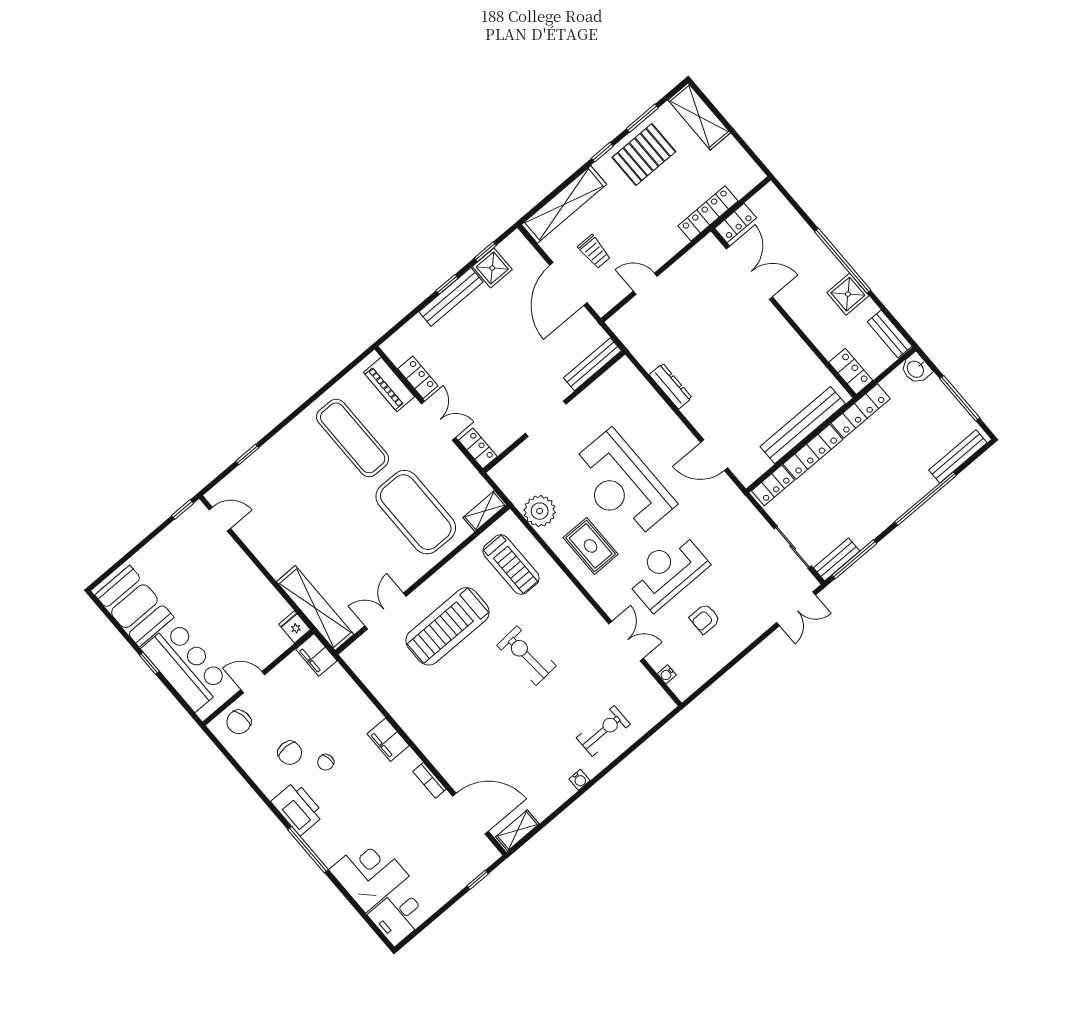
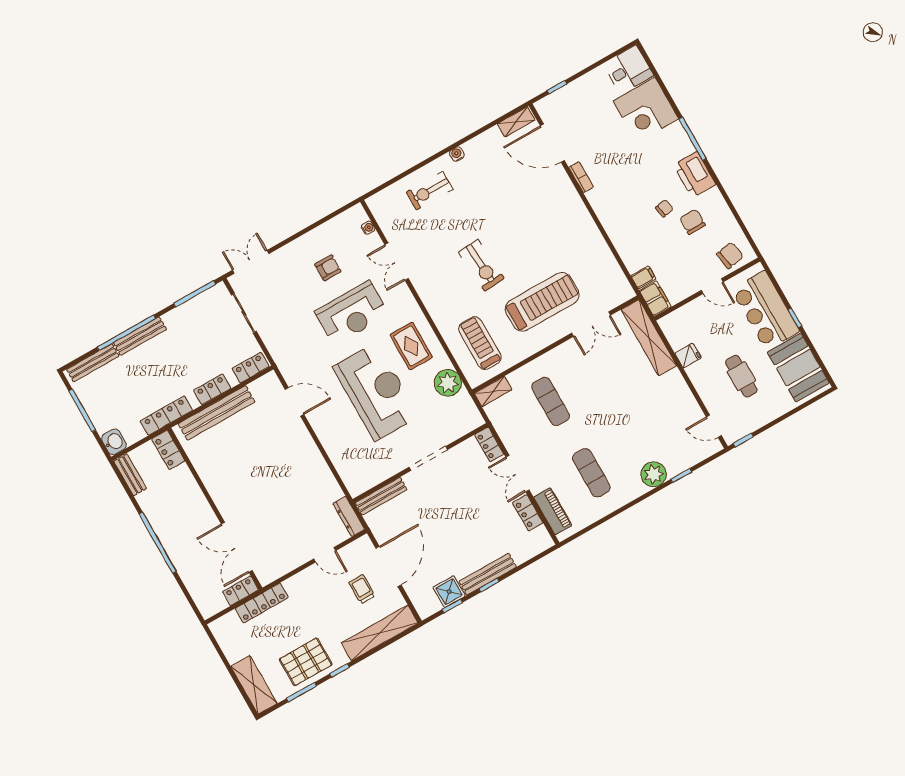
shower: (848, 294) -> (158, 514), removed
dresser: (671, 386) -> (349, 516), moved
exercise mat: (353, 438) -> (591, 473), width x0.73, depth x0.69
plant: (280, 450) -> (654, 474), added
locker: (813, 452) -> (212, 389), width x0.66
exercise mat: (416, 512) -> (551, 401), width x0.50, depth x0.69
bench: (837, 559) -> (140, 336), moved, width x1.36
cafe table: (199, 584) -> (741, 376), added
fridge: (295, 627) -> (688, 356), moved, turned -90
filing cabinet: (388, 740) -> (643, 277), moved, width x0.50

